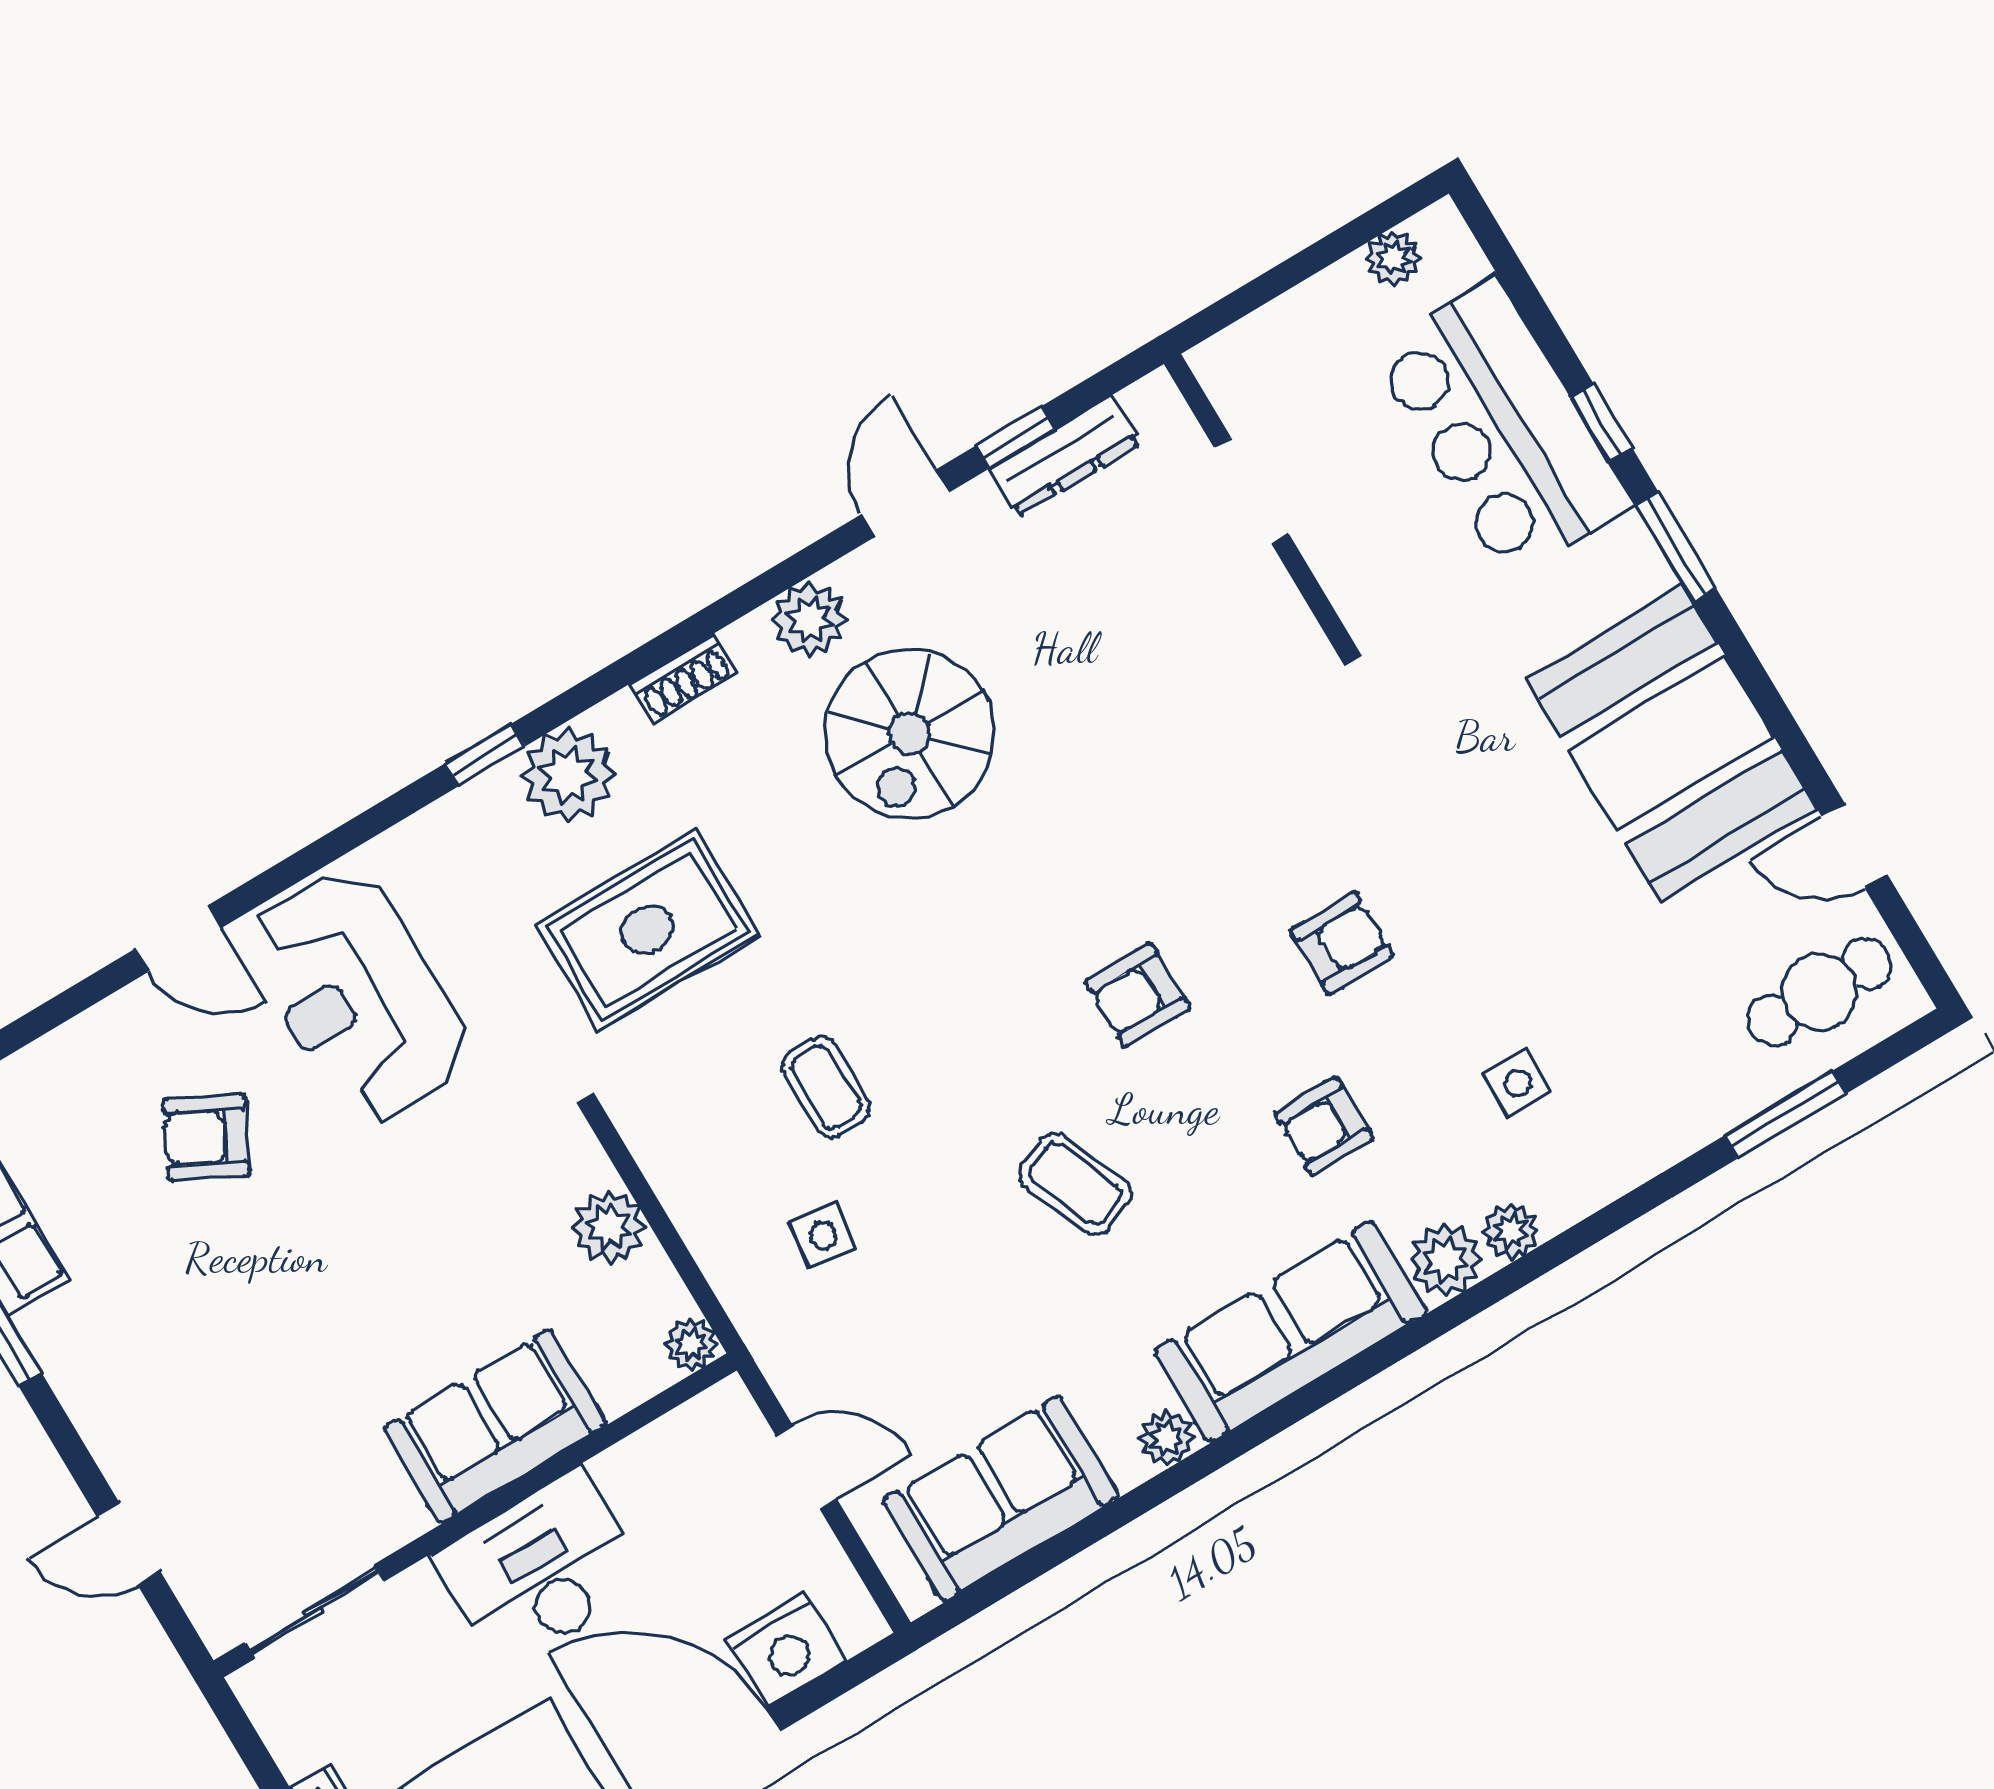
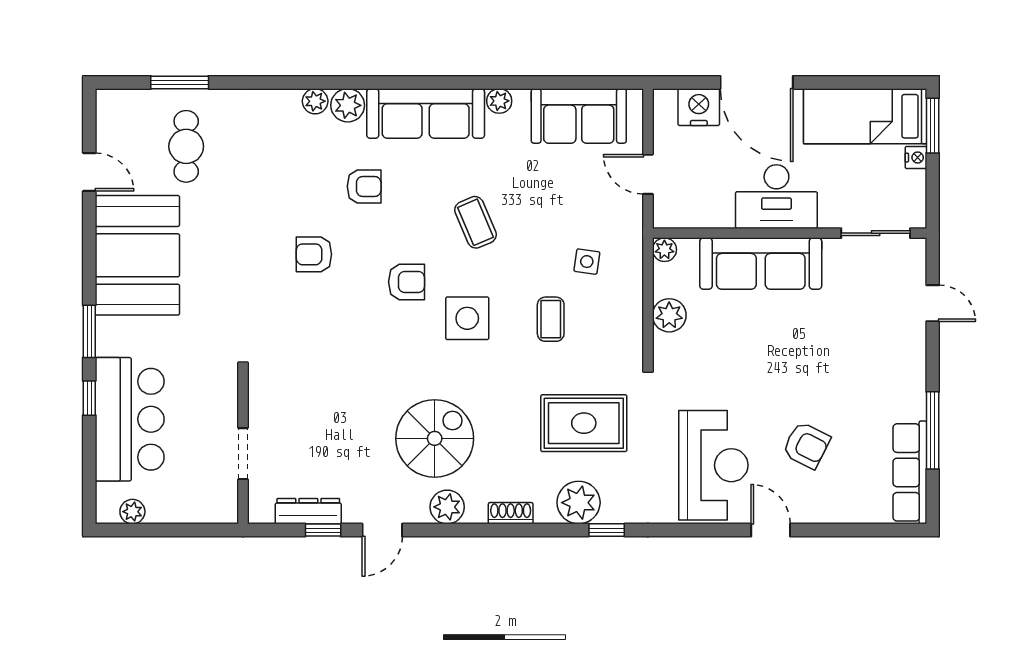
cafe table: (1820, 992) -> (186, 146), moved, turned 90
side table: (1518, 1083) -> (467, 318), moved, width x1.87, depth x1.87
sofa: (495, 1426) -> (761, 264), width x1.36

